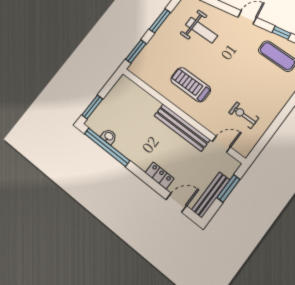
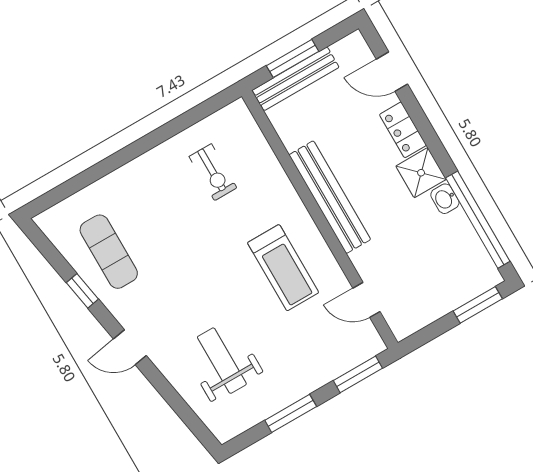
washbasin: (109, 137) -> (445, 199), moved
door: (221, 144) -> (366, 300), moved
shower: (143, 158) -> (421, 173), added
bench: (211, 195) -> (296, 79), moved

